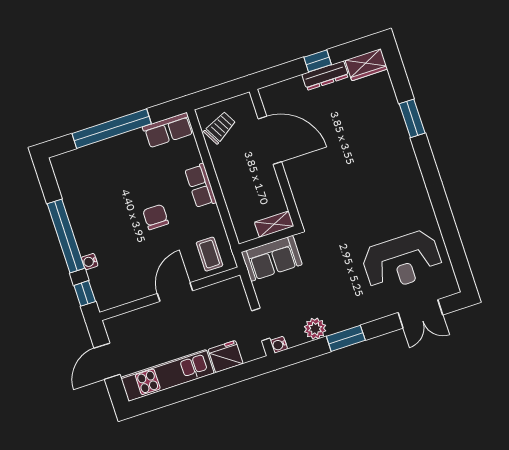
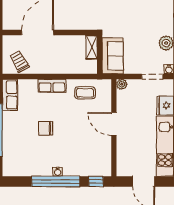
chair: (156, 217) -> (46, 128), moved
coffee table: (210, 254) -> (85, 93), moved
water cooler: (90, 262) -> (58, 172), moved
plant: (235, 285) -> (122, 84), added

